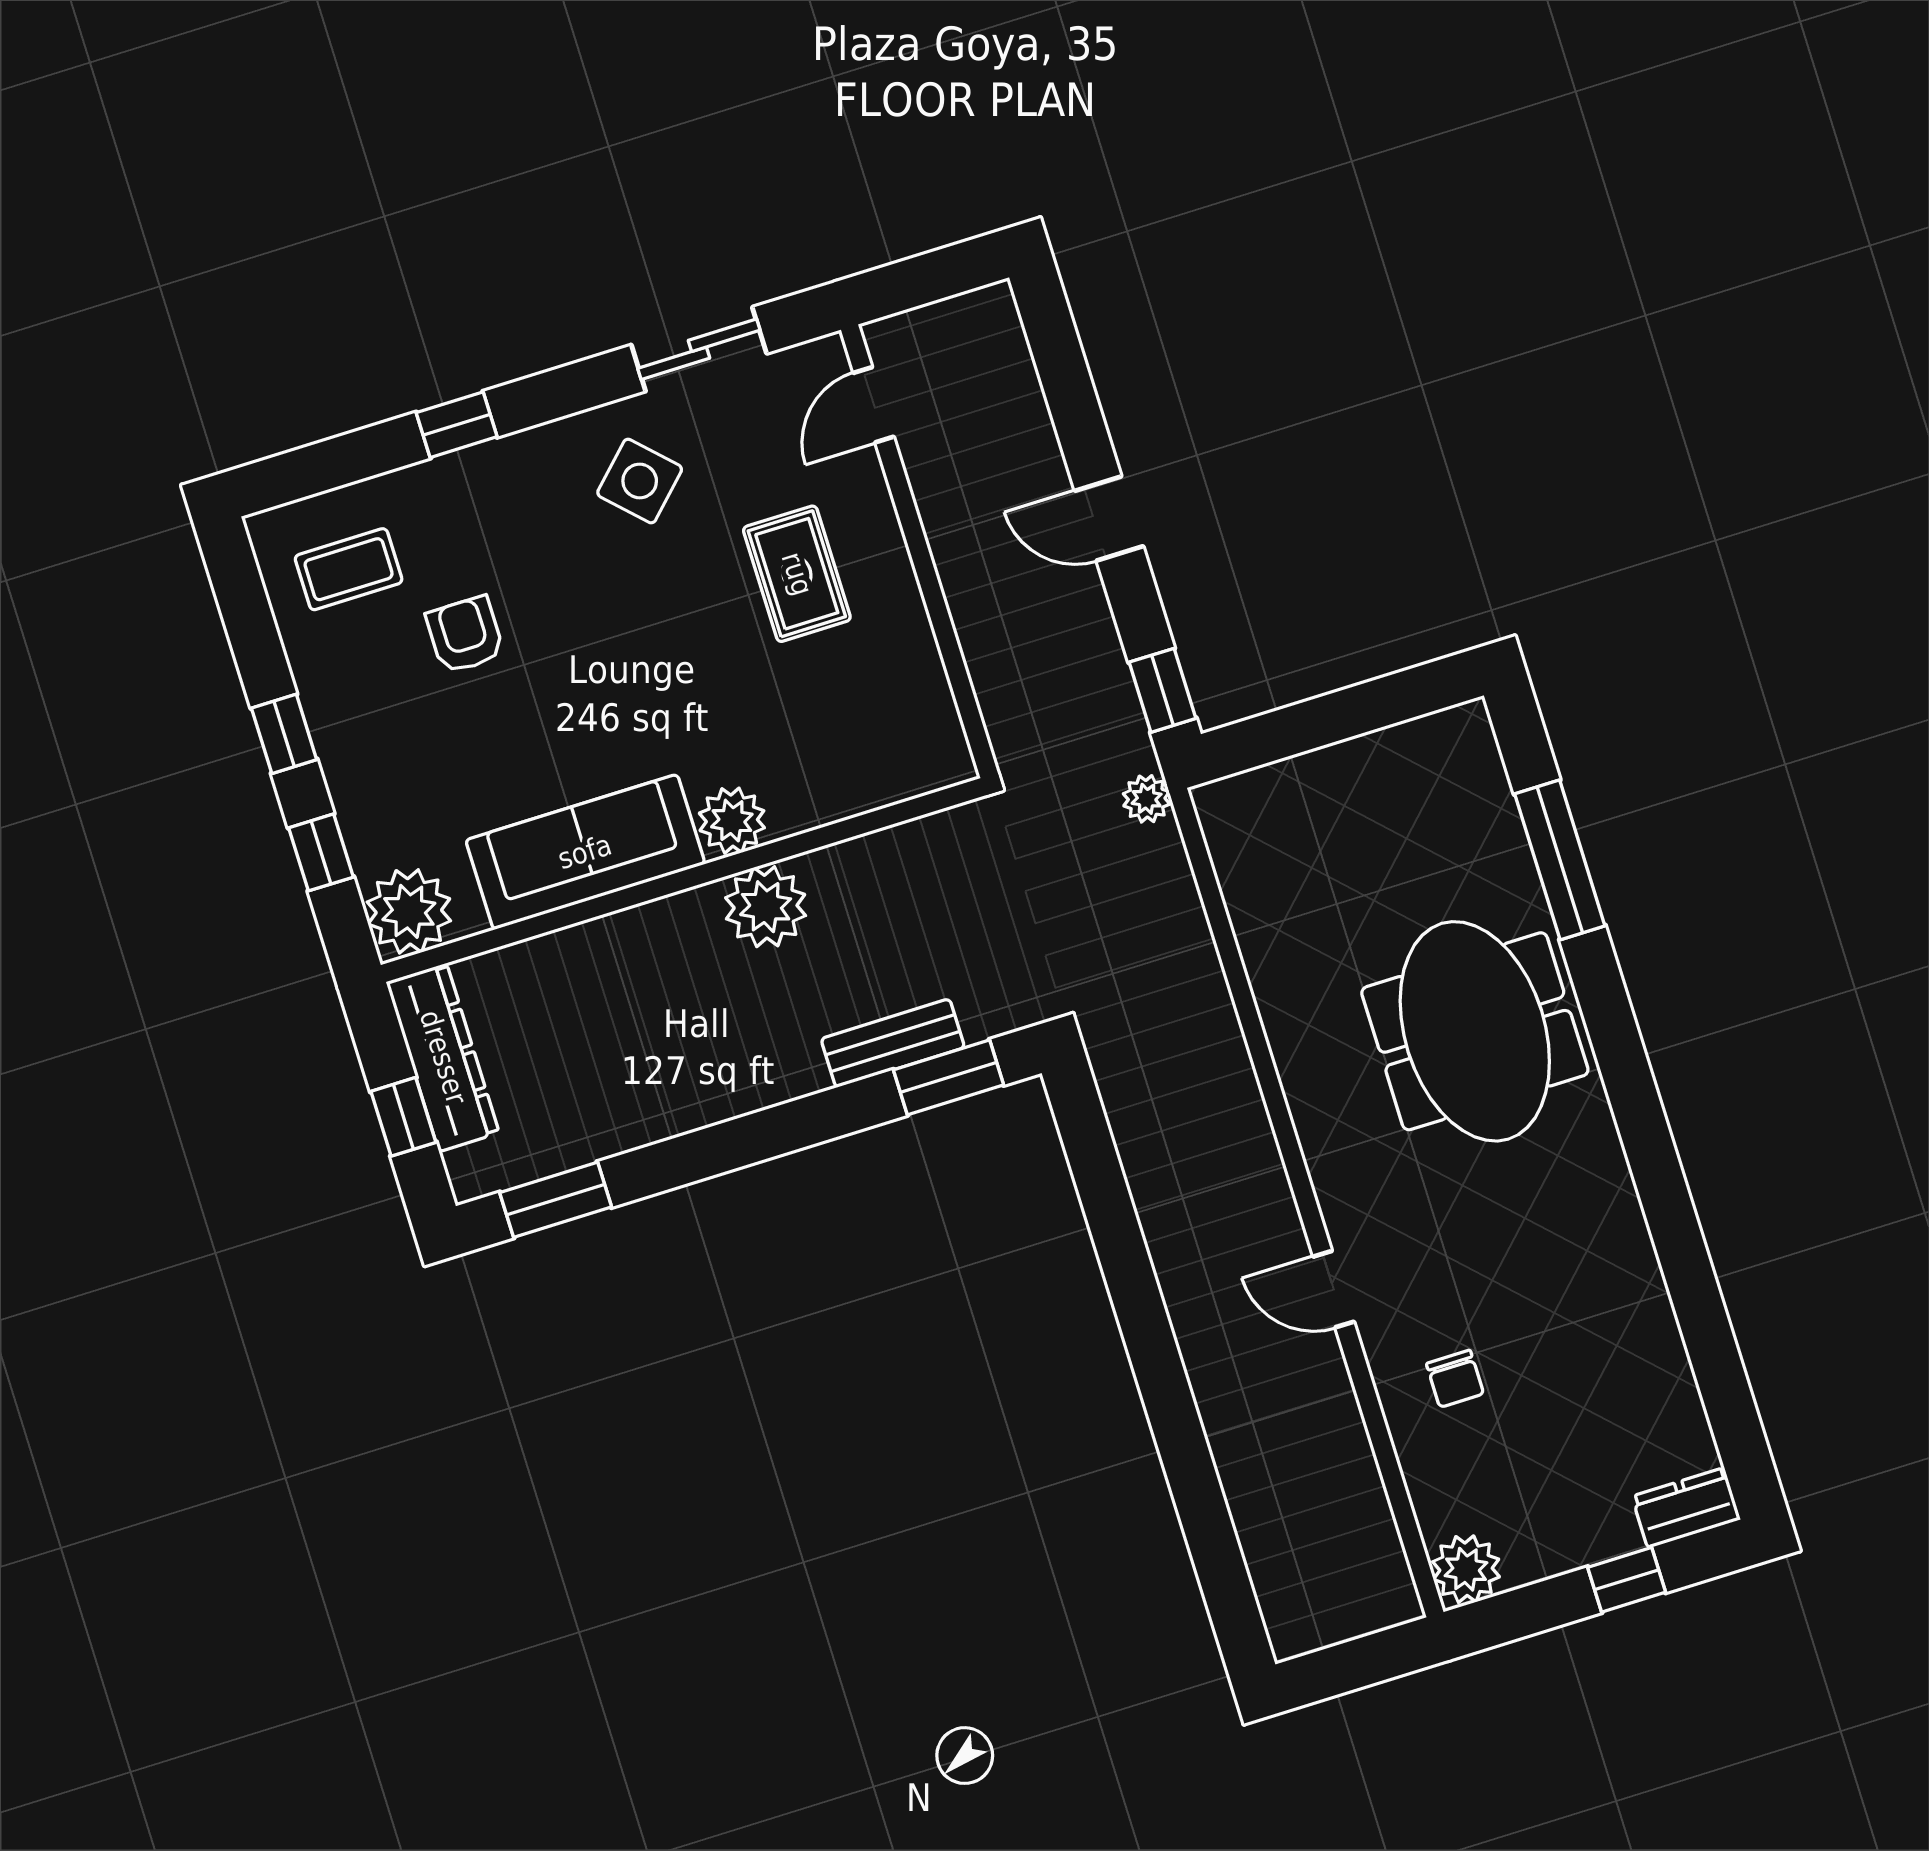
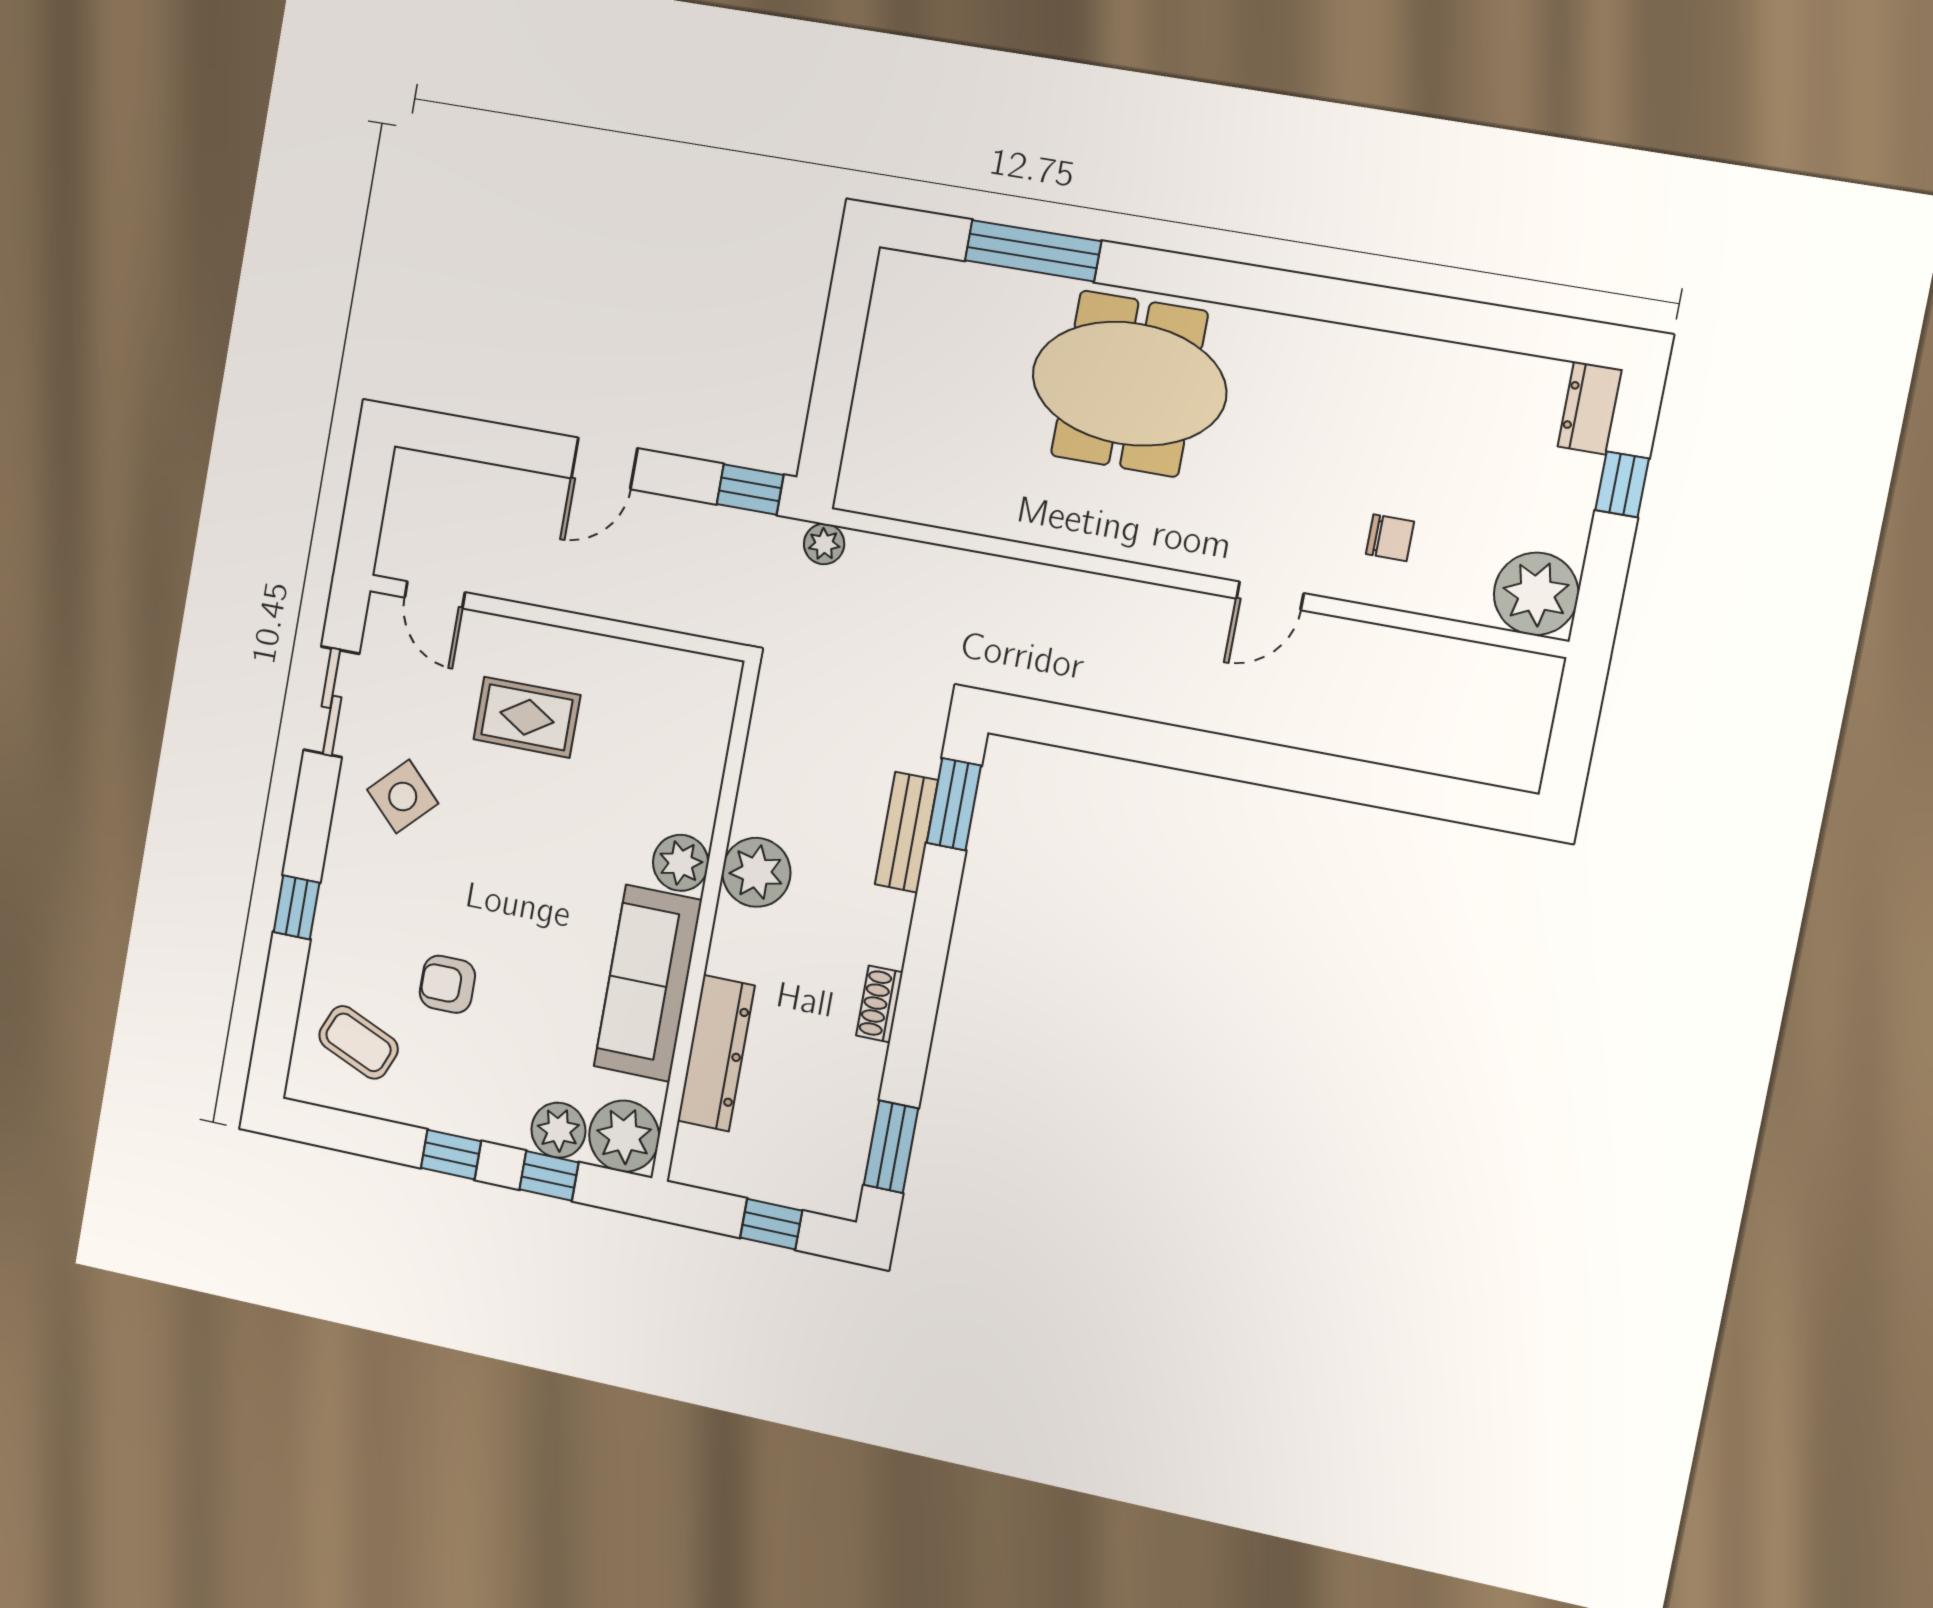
coffee table: (349, 569) -> (359, 1042), turned -67
plant: (376, 837) -> (558, 1130), added
dresser: (443, 1057) -> (716, 1053), moved, turned 90
shoe rack: (698, 1109) -> (879, 1004), added
plant: (1466, 1569) -> (1536, 594), width x1.36, depth x1.36

